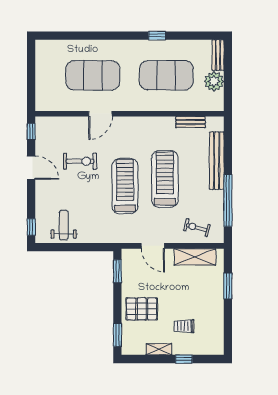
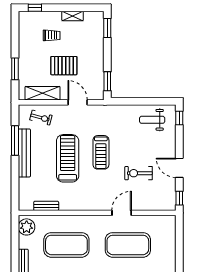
plant: (214, 81) -> (27, 227), moved
bench: (217, 161) -> (24, 153), moved
treadmill: (165, 179) -> (68, 158), turned 180
treadmill: (125, 186) -> (101, 152), width x0.73, depth x0.73
window: (228, 200) -> (15, 141), width x0.68
weight bench: (64, 225) -> (152, 120), turned 90
pallet: (142, 309) -> (64, 66), moved
window: (184, 359) -> (35, 8), moved

